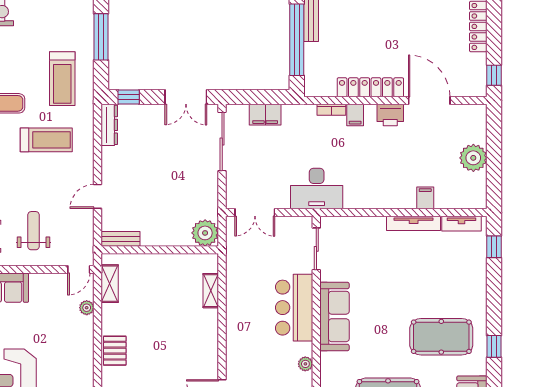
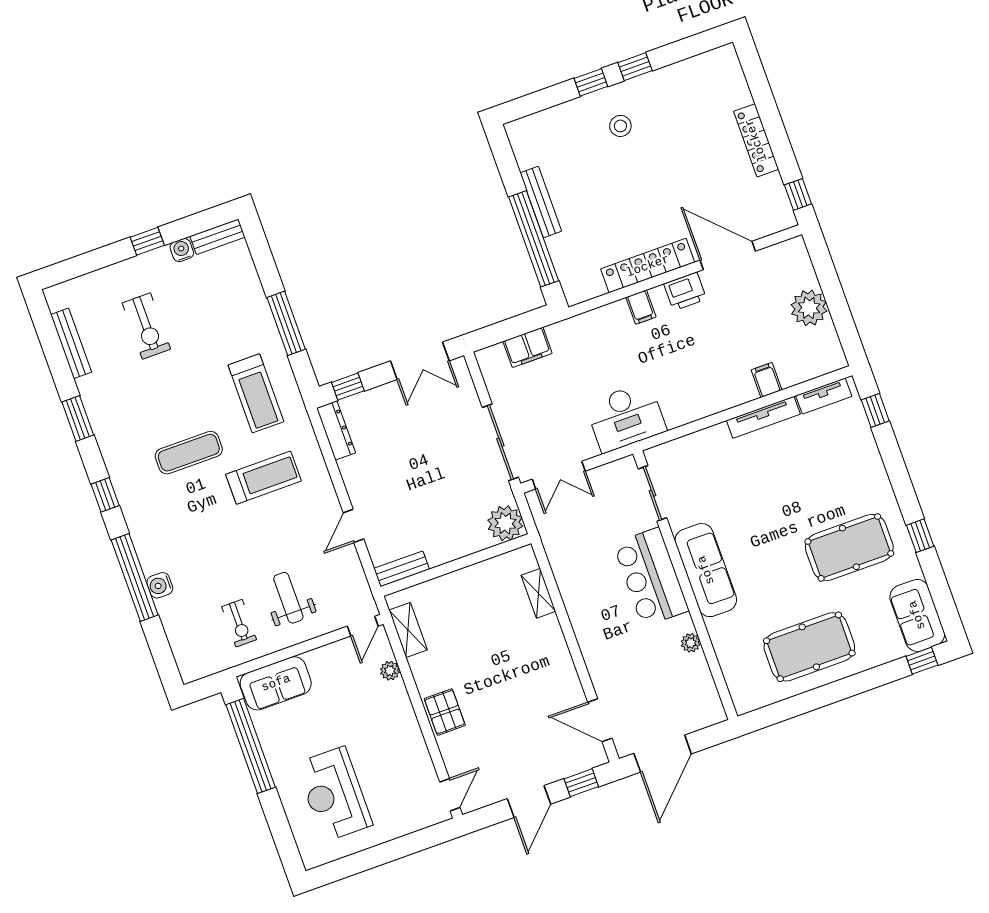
bookcase: (331, 110) -> (609, 311), removed
sliding door: (222, 141) -> (500, 442), moved

